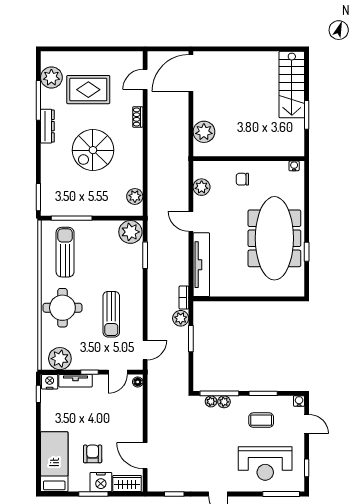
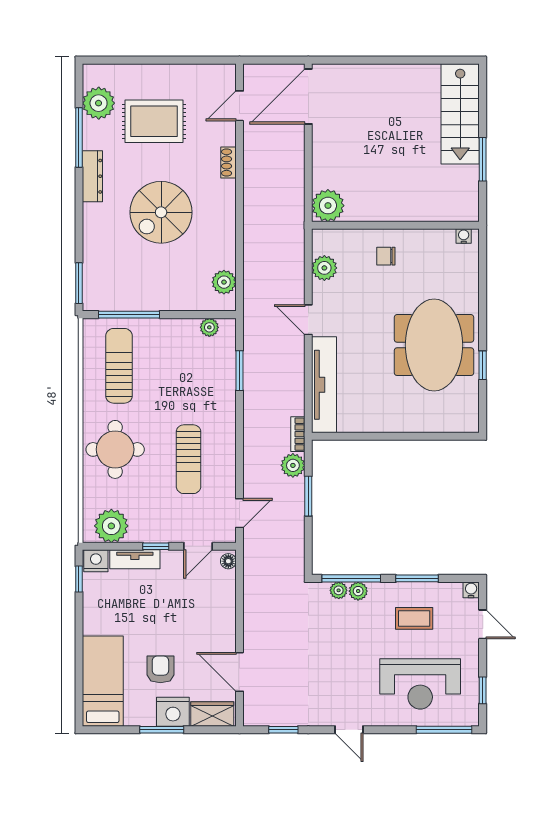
plant: (204, 132) -> (328, 206), moved
plant: (130, 232) -> (209, 327), width x0.53, depth x0.53
meeting table: (274, 238) -> (434, 345), width x0.73

